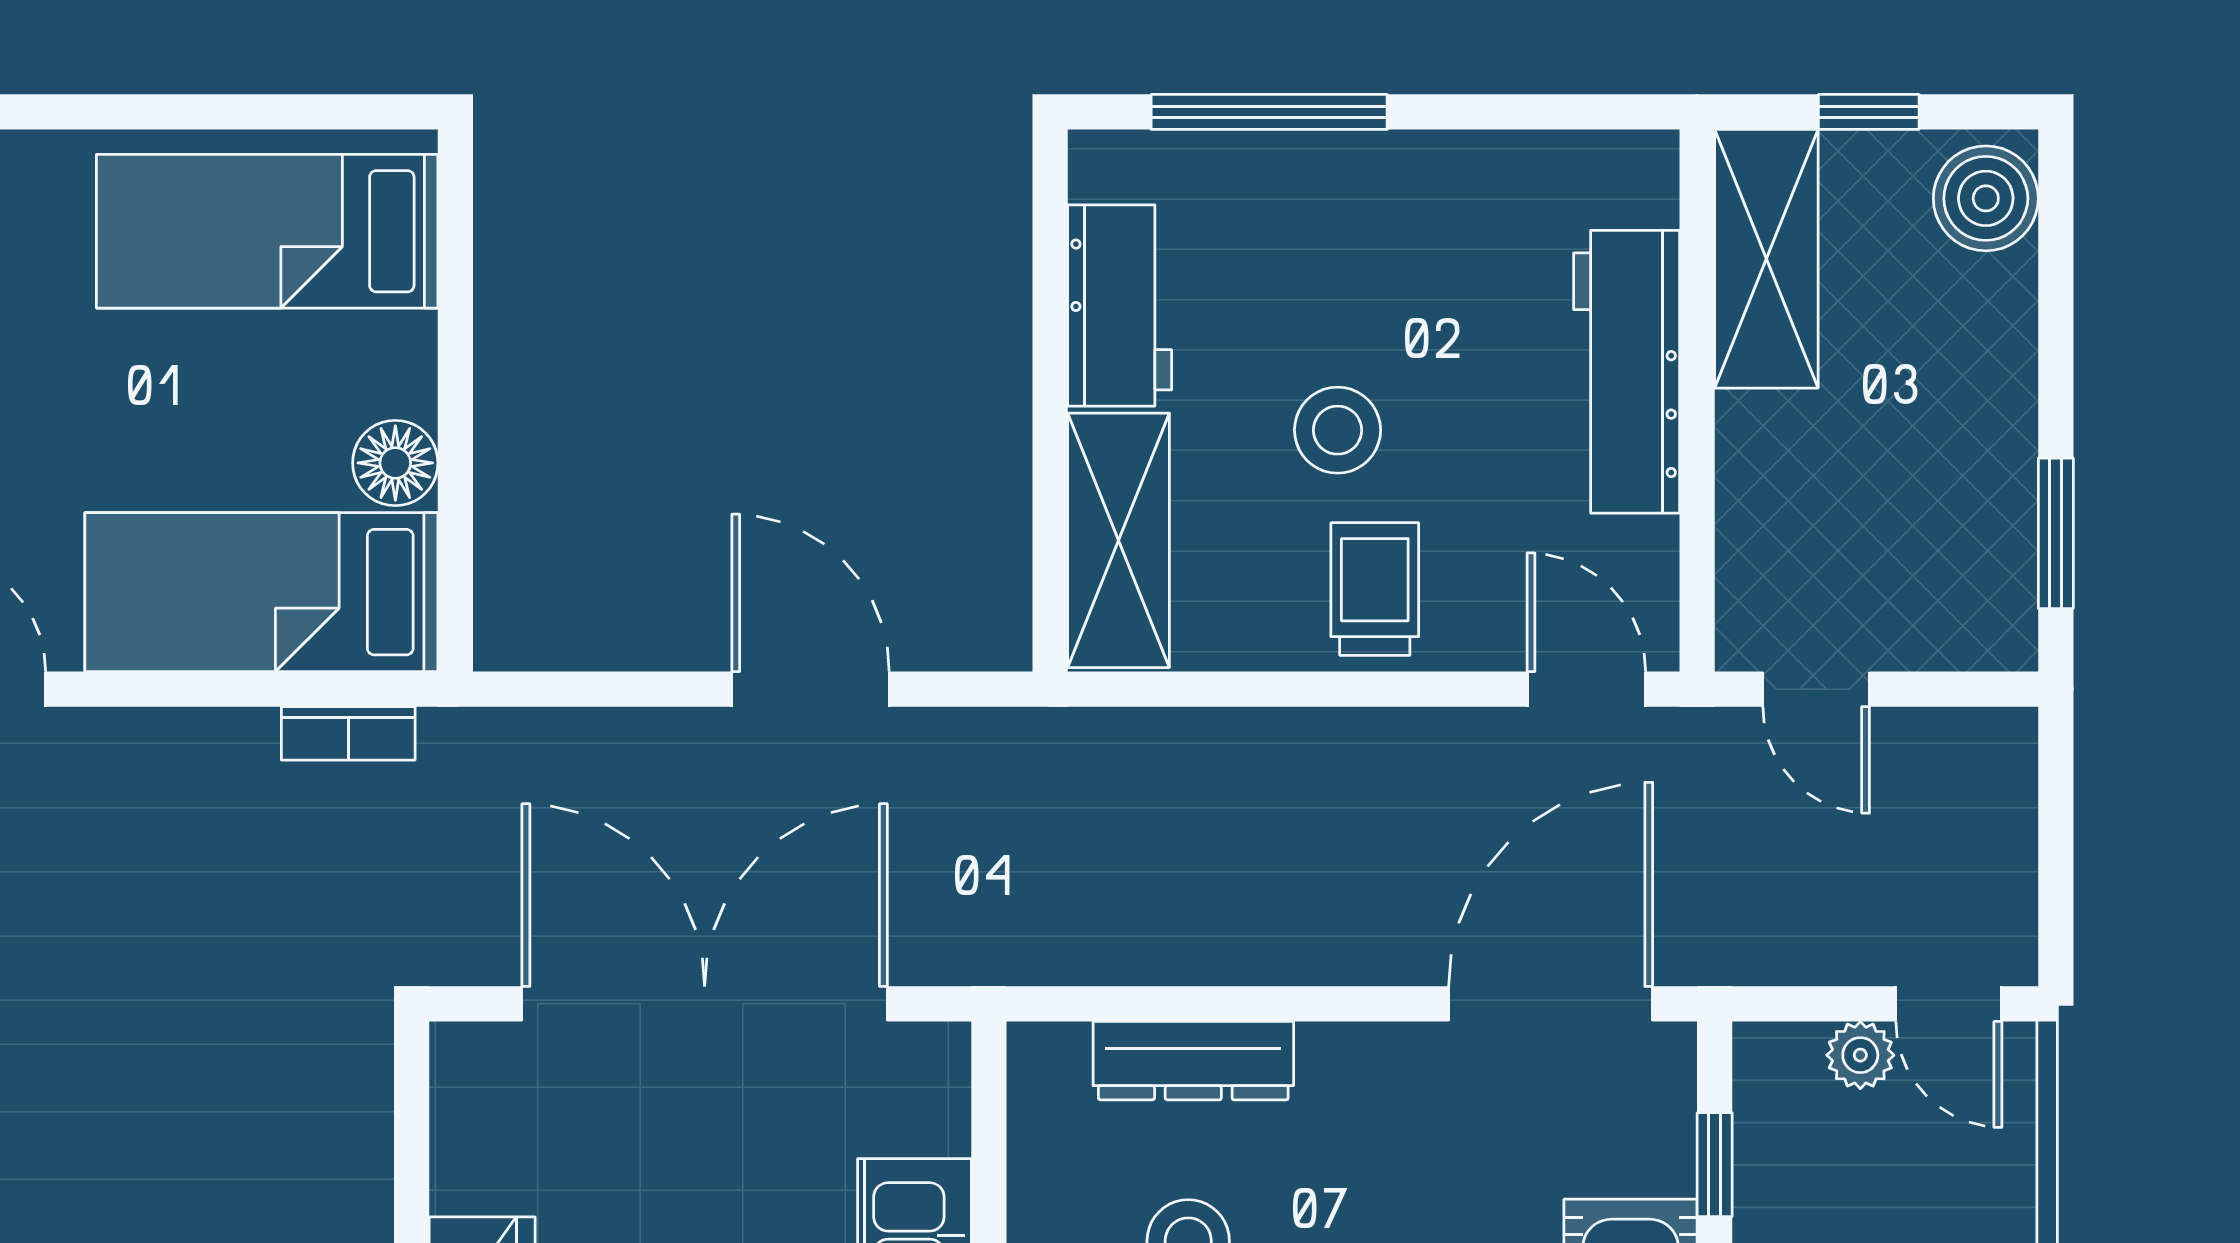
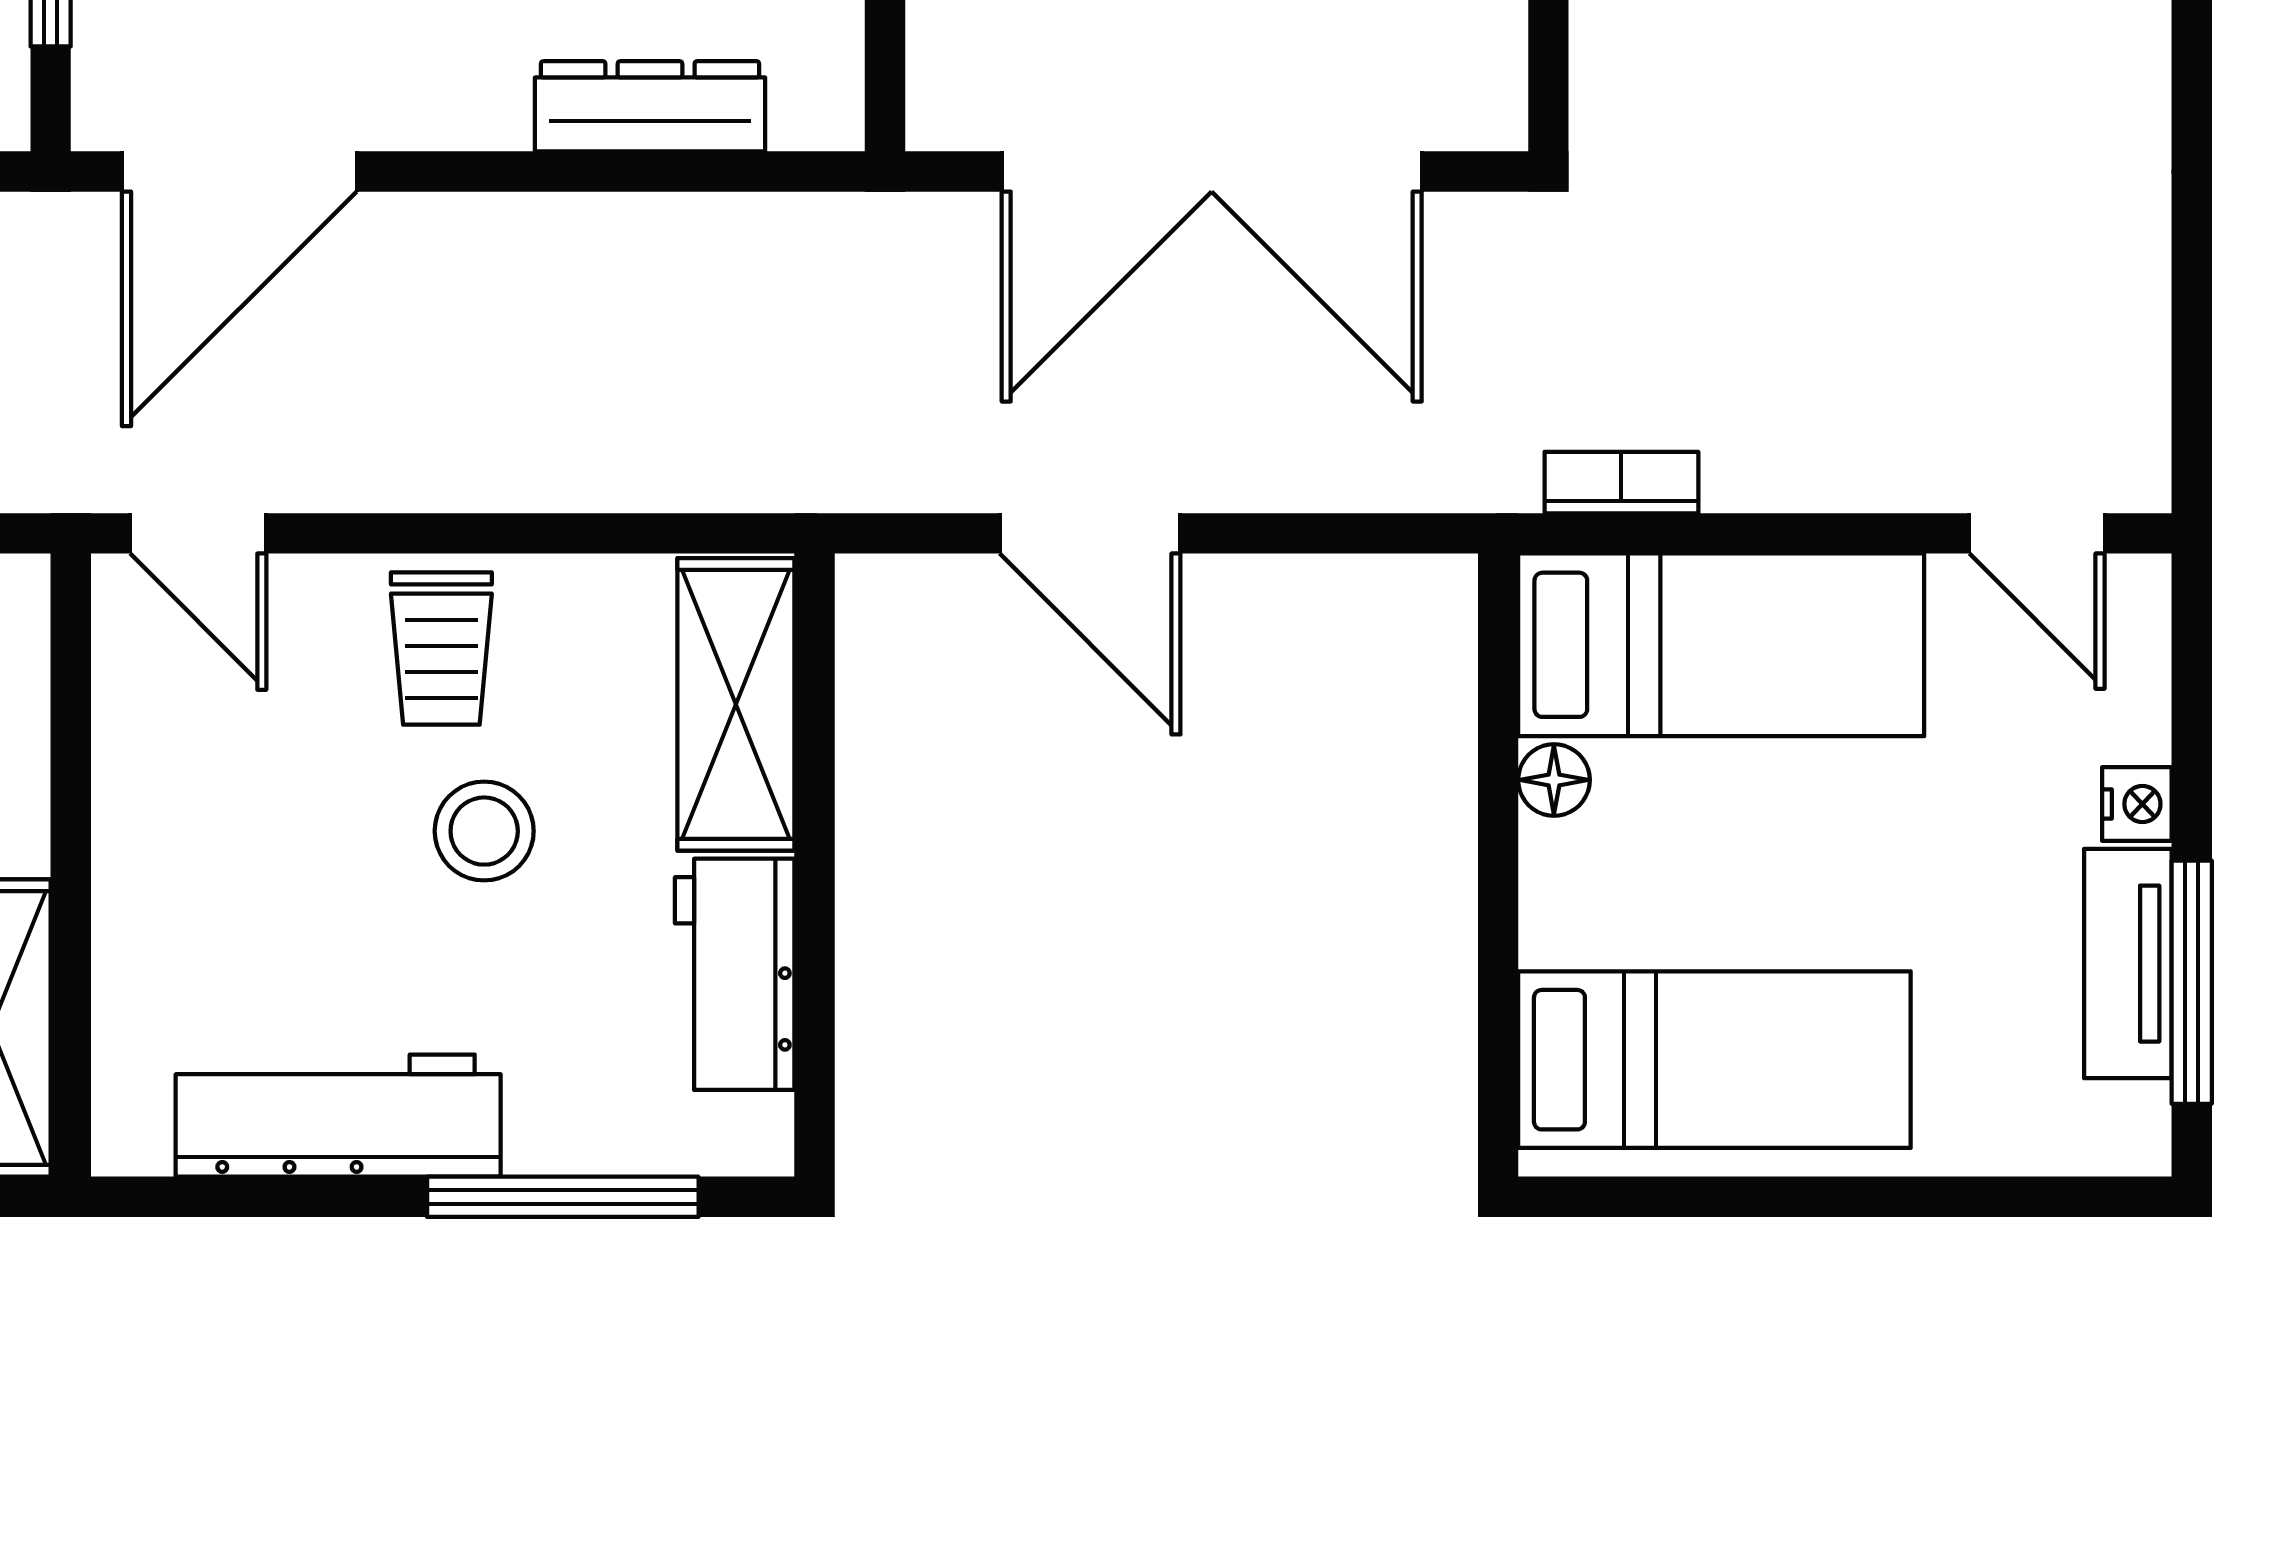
workbench: (1627, 372) -> (338, 1116), moved, turned -90
floor lamp: (395, 463) -> (1554, 780), width x0.73, depth x0.73

